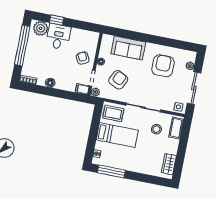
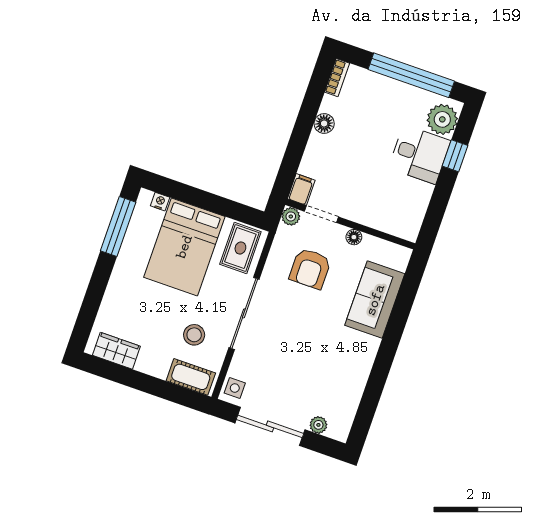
armchair: (83, 58) -> (367, 200), removed
armchair: (163, 66) -> (327, 368), removed
armchair: (118, 80) -> (310, 269), turned 64
bed: (117, 135) -> (184, 247), width x1.50

